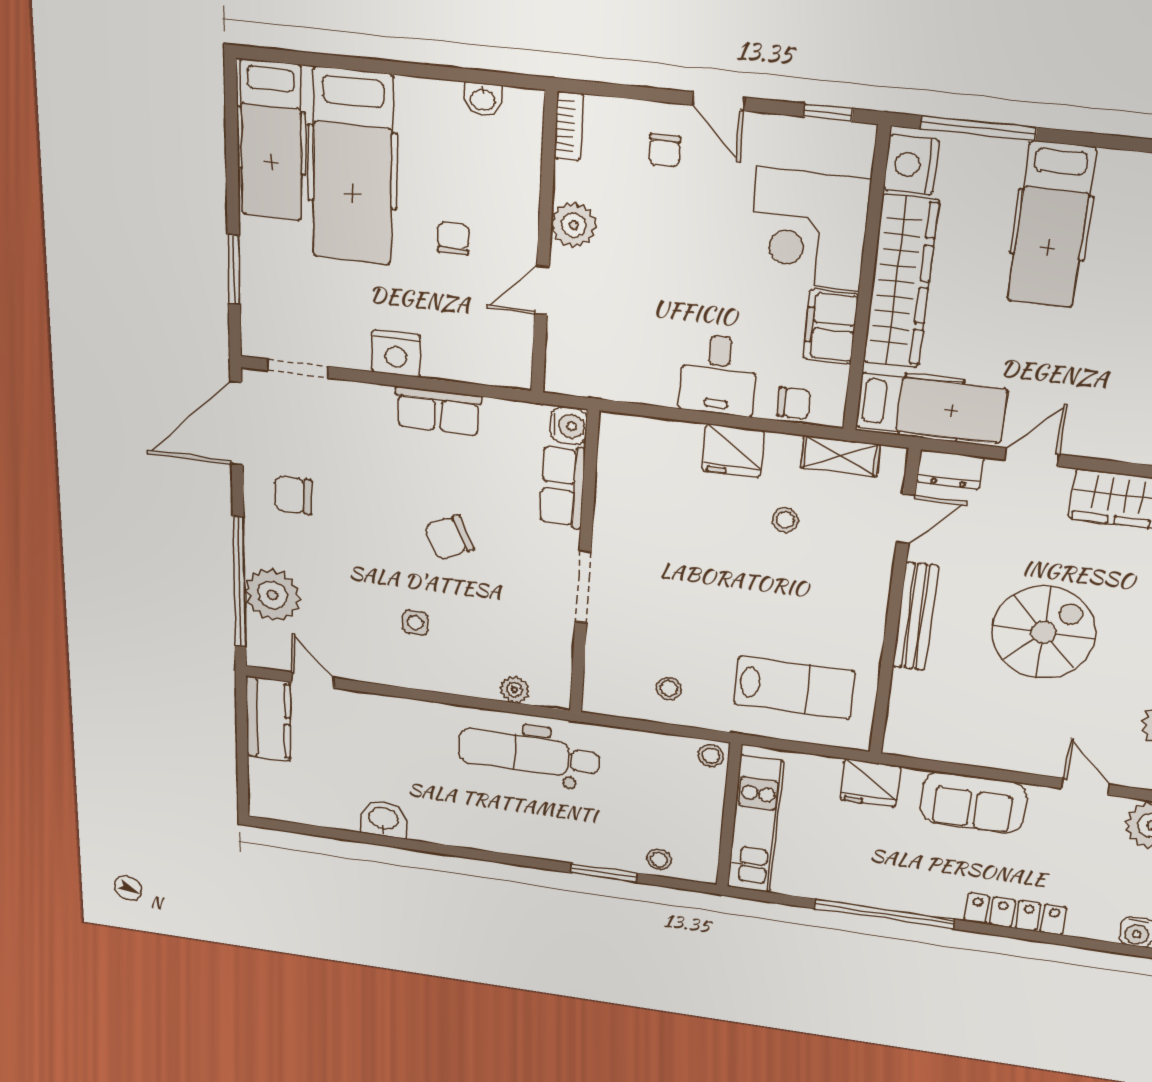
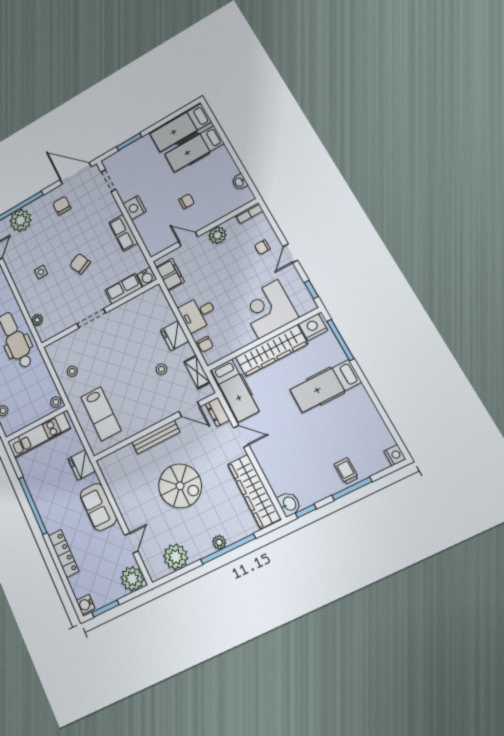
hospital bed: (353, 167) -> (194, 149), width x0.73, depth x0.78
filing cabinet: (831, 327) -> (170, 275), moved, turned 90

